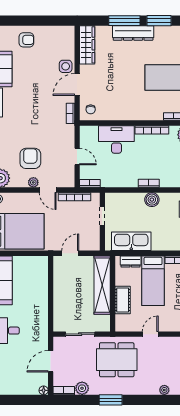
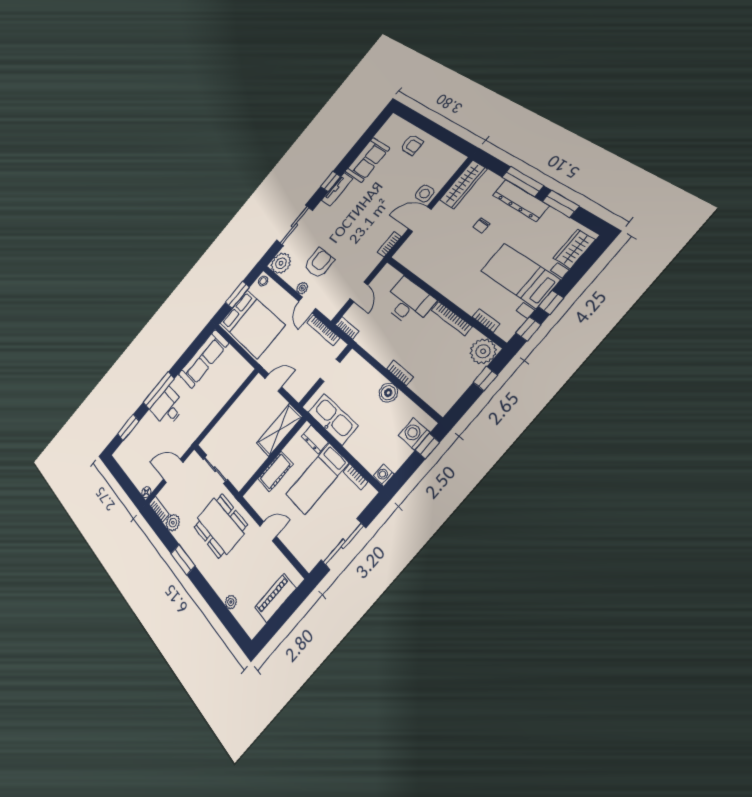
chair: (91, 109) -> (481, 225), moved
shelving: (102, 285) -> (279, 430), width x0.68

